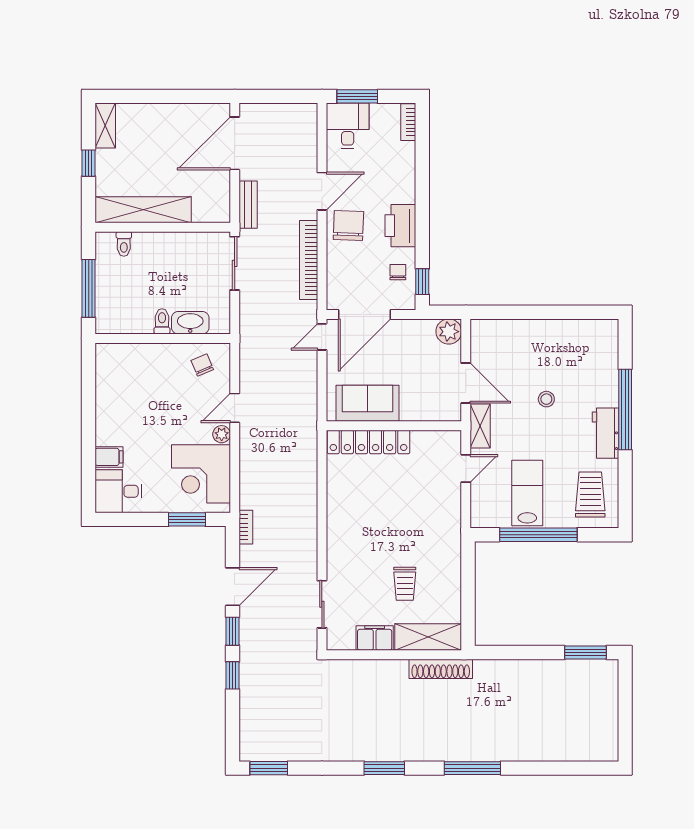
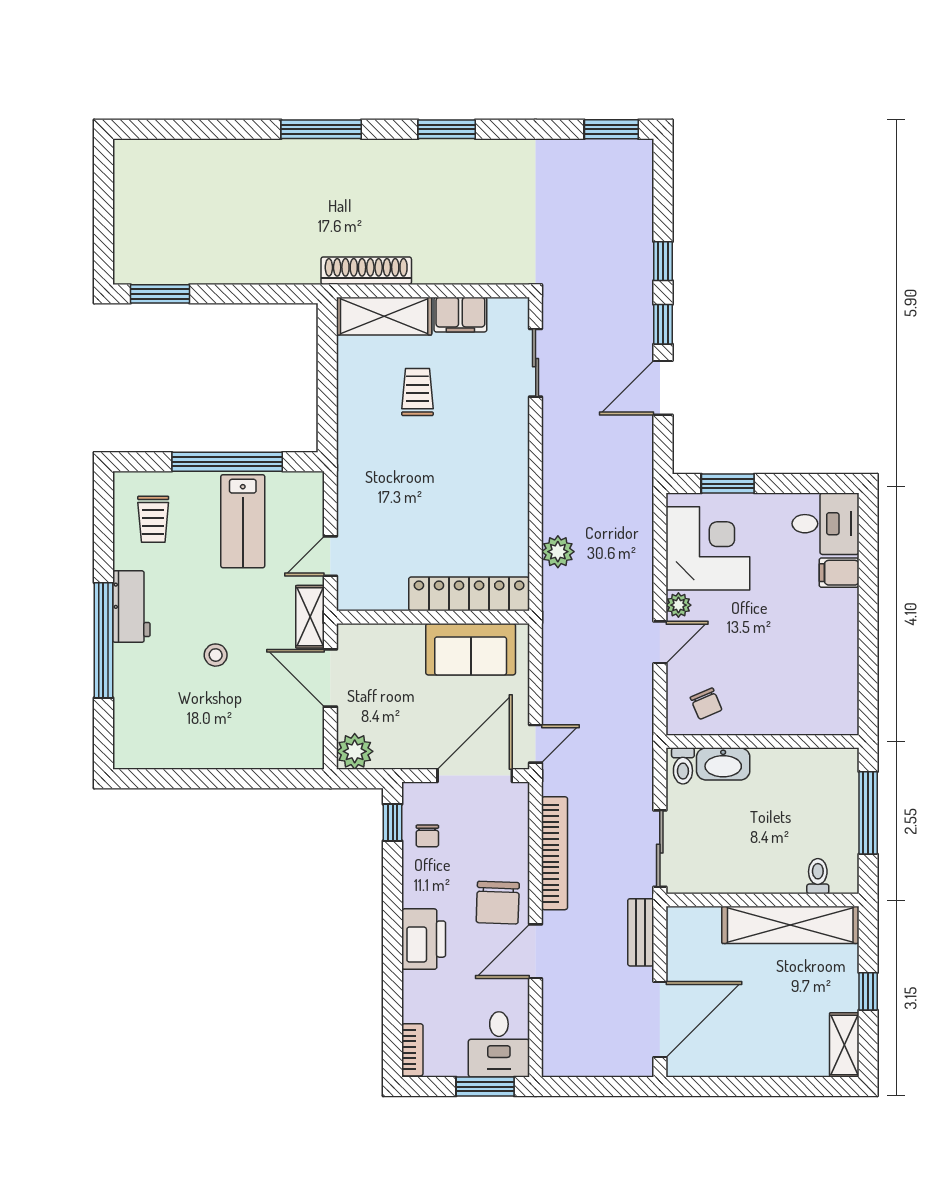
printer: (400, 226) -> (424, 939), moved
toilet: (162, 321) -> (683, 766), moved
plant: (306, 472) -> (558, 552), added
trolley: (590, 494) -> (153, 519), width x0.73, depth x0.72
bookcase: (246, 527) -> (644, 473), removed

